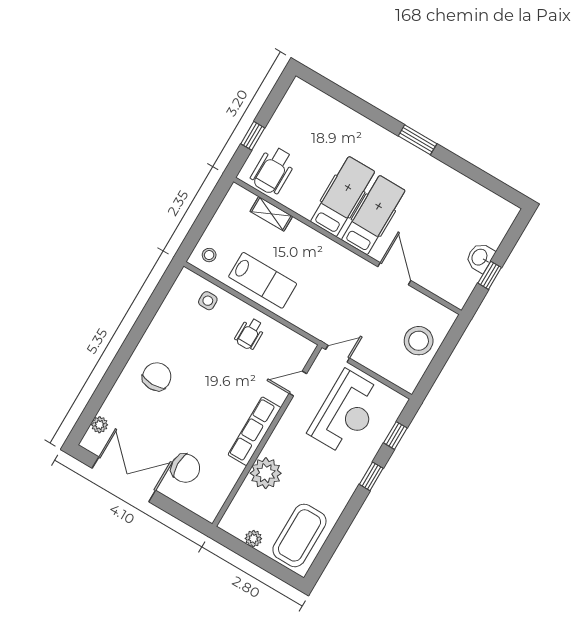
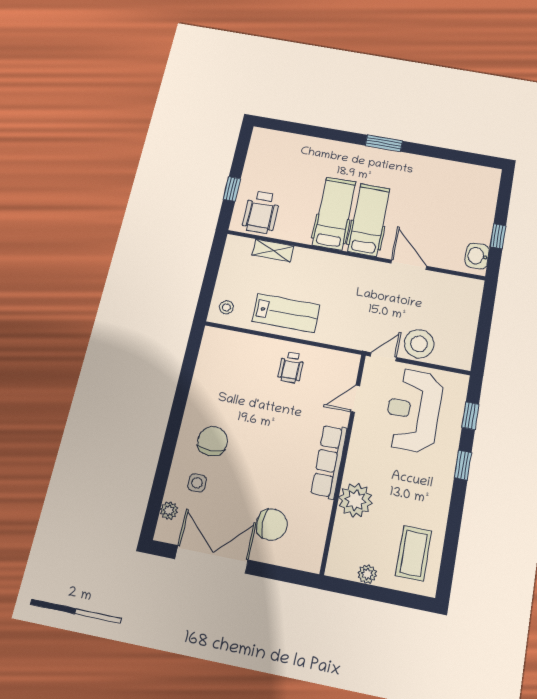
washbasin: (480, 257) -> (477, 256), moved
side table: (208, 301) -> (197, 483), moved
stool: (419, 341) -> (419, 344), moved
reception desk: (346, 413) -> (413, 410), turned 180
coffee table: (299, 535) -> (414, 553), width x0.73, depth x0.76

